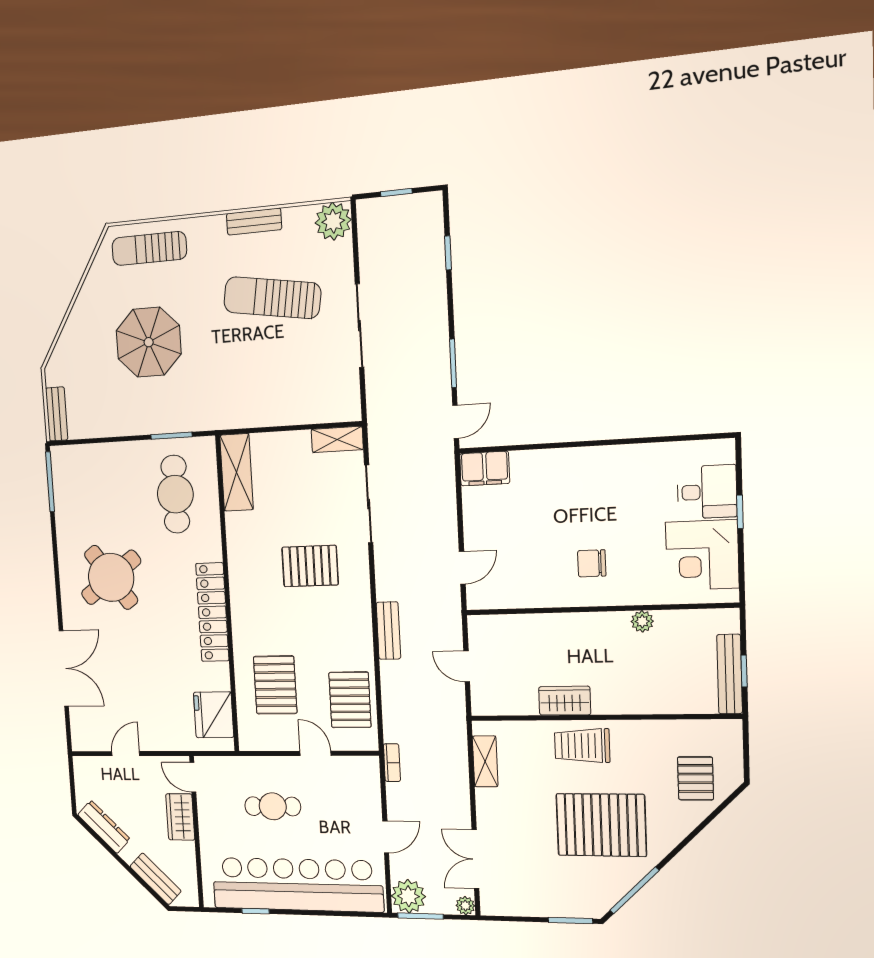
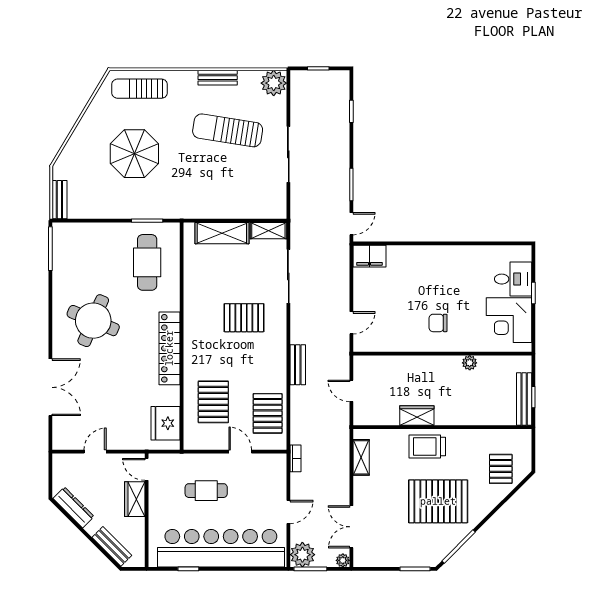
shelving: (237, 472) -> (222, 233), moved, turned 90
round table: (111, 577) -> (93, 321), turned -31

